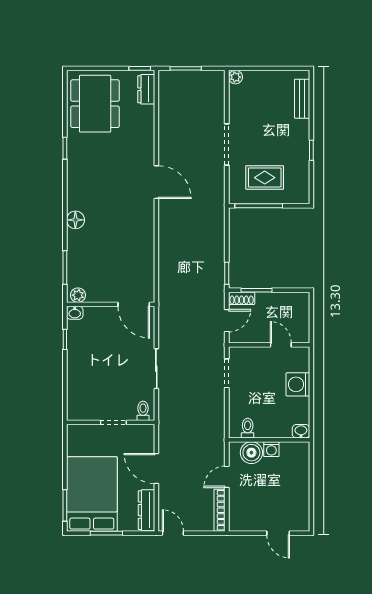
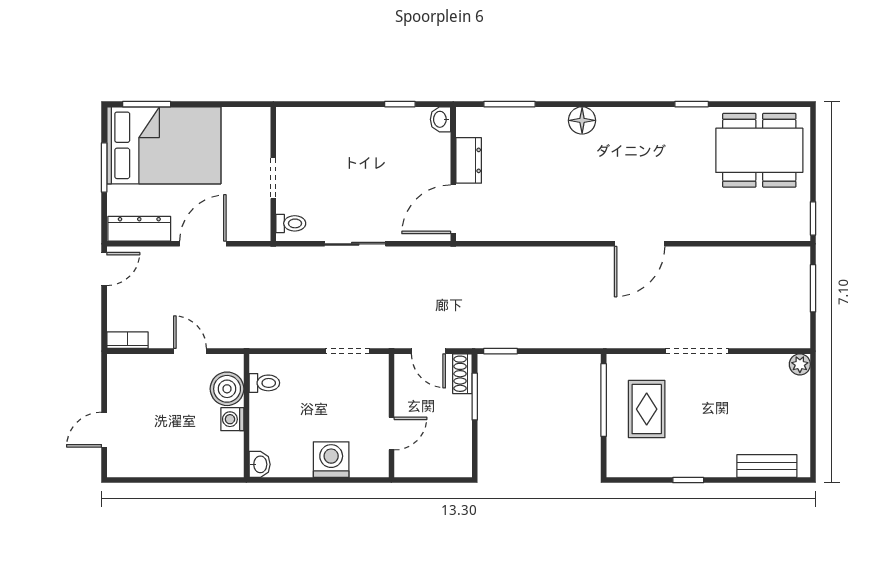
dresser: (146, 89) -> (469, 160), moved, turned 90
plant: (78, 295) -> (467, 124), removed
bookcase: (220, 510) -> (128, 340), width x0.64

